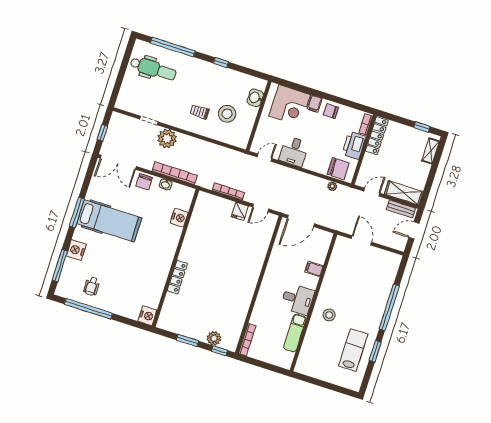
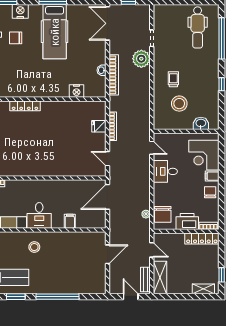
chair: (144, 182) -> (16, 38), moved
fridge: (240, 211) -> (99, 126), moved
door: (301, 221) -> (107, 197), hinge flipped

